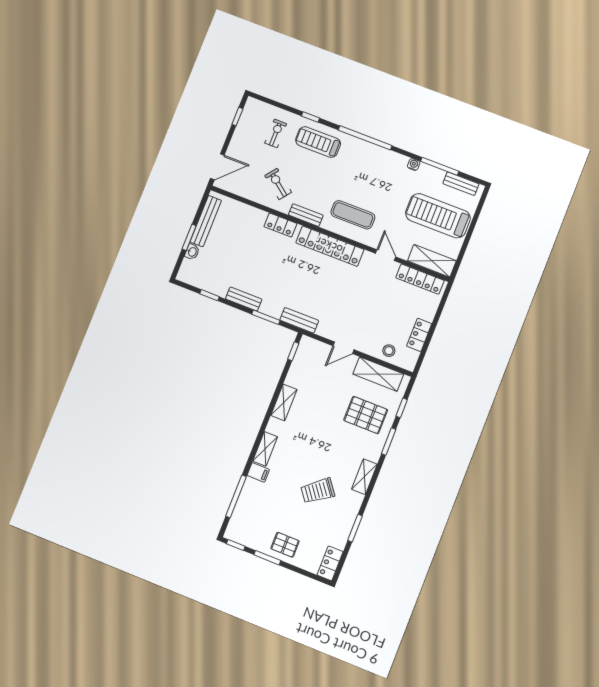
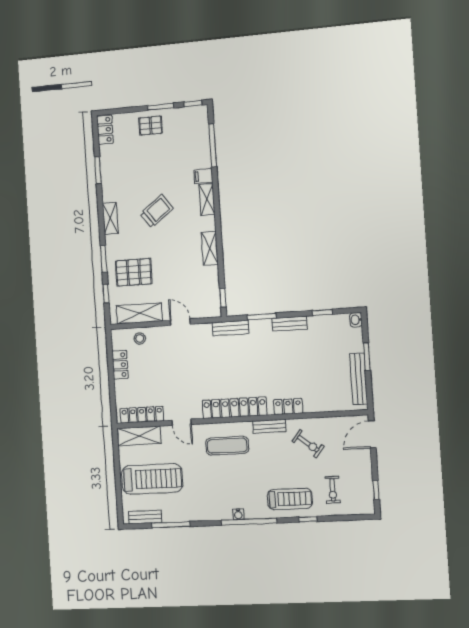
water cooler: (414, 164) -> (238, 514), moved
washbasin: (192, 252) -> (356, 320), moved
door: (343, 348) -> (180, 322), hinge flipped
trolley: (318, 491) -> (157, 211), moved

